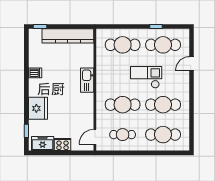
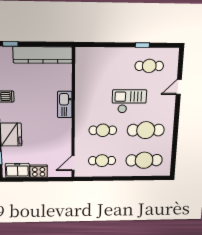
cafe table: (123, 45) -> (104, 66), removed
cafe table: (163, 45) -> (149, 66), width x0.73, depth x0.74
cafe table: (123, 105) -> (103, 130), width x0.73, depth x0.74

